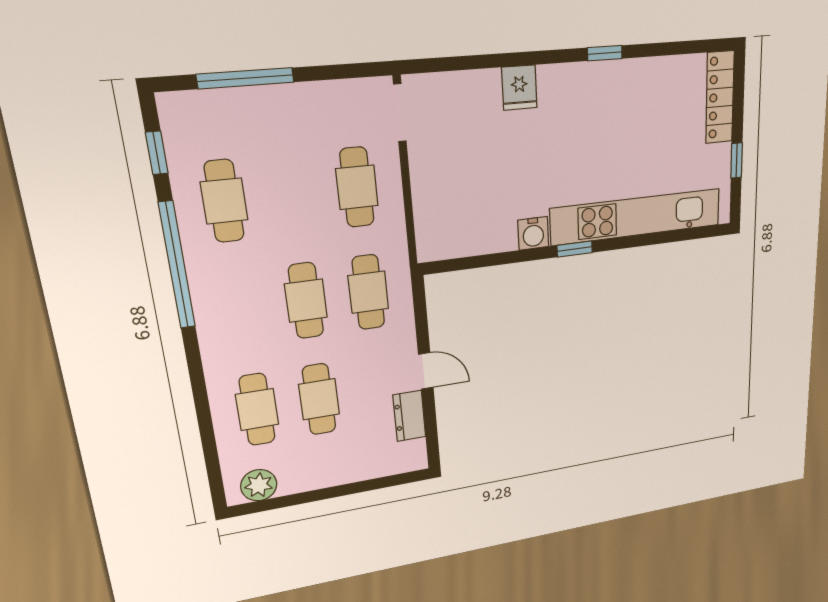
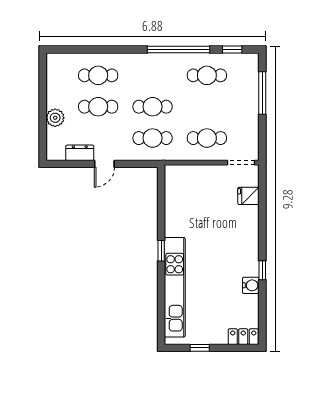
fridge: (519, 88) -> (248, 196), moved
locker: (720, 97) -> (243, 337), width x0.66
water cooler: (533, 233) -> (251, 285), moved, turned 180
plant: (259, 485) -> (55, 118), moved

